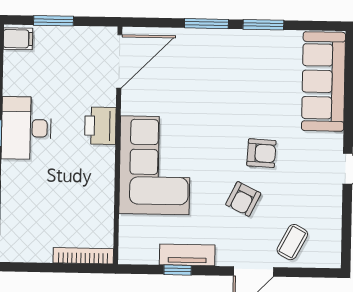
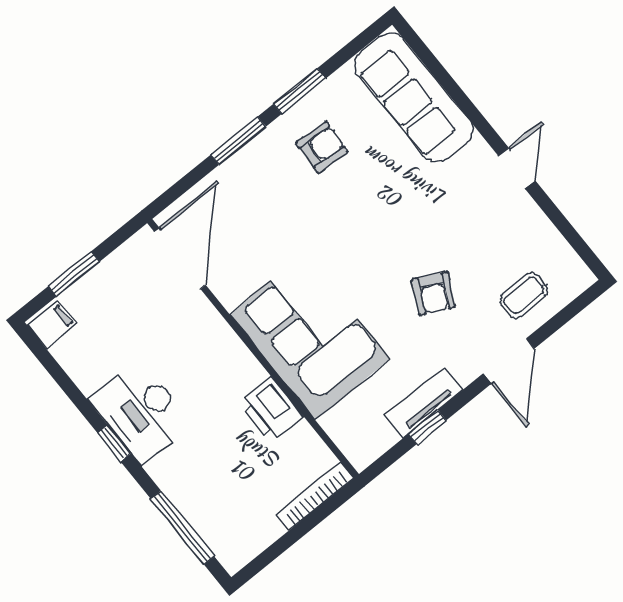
printer: (100, 126) -> (271, 410), moved
armchair: (261, 153) -> (322, 147), moved
coffee table: (292, 242) -> (524, 295), turned 61

